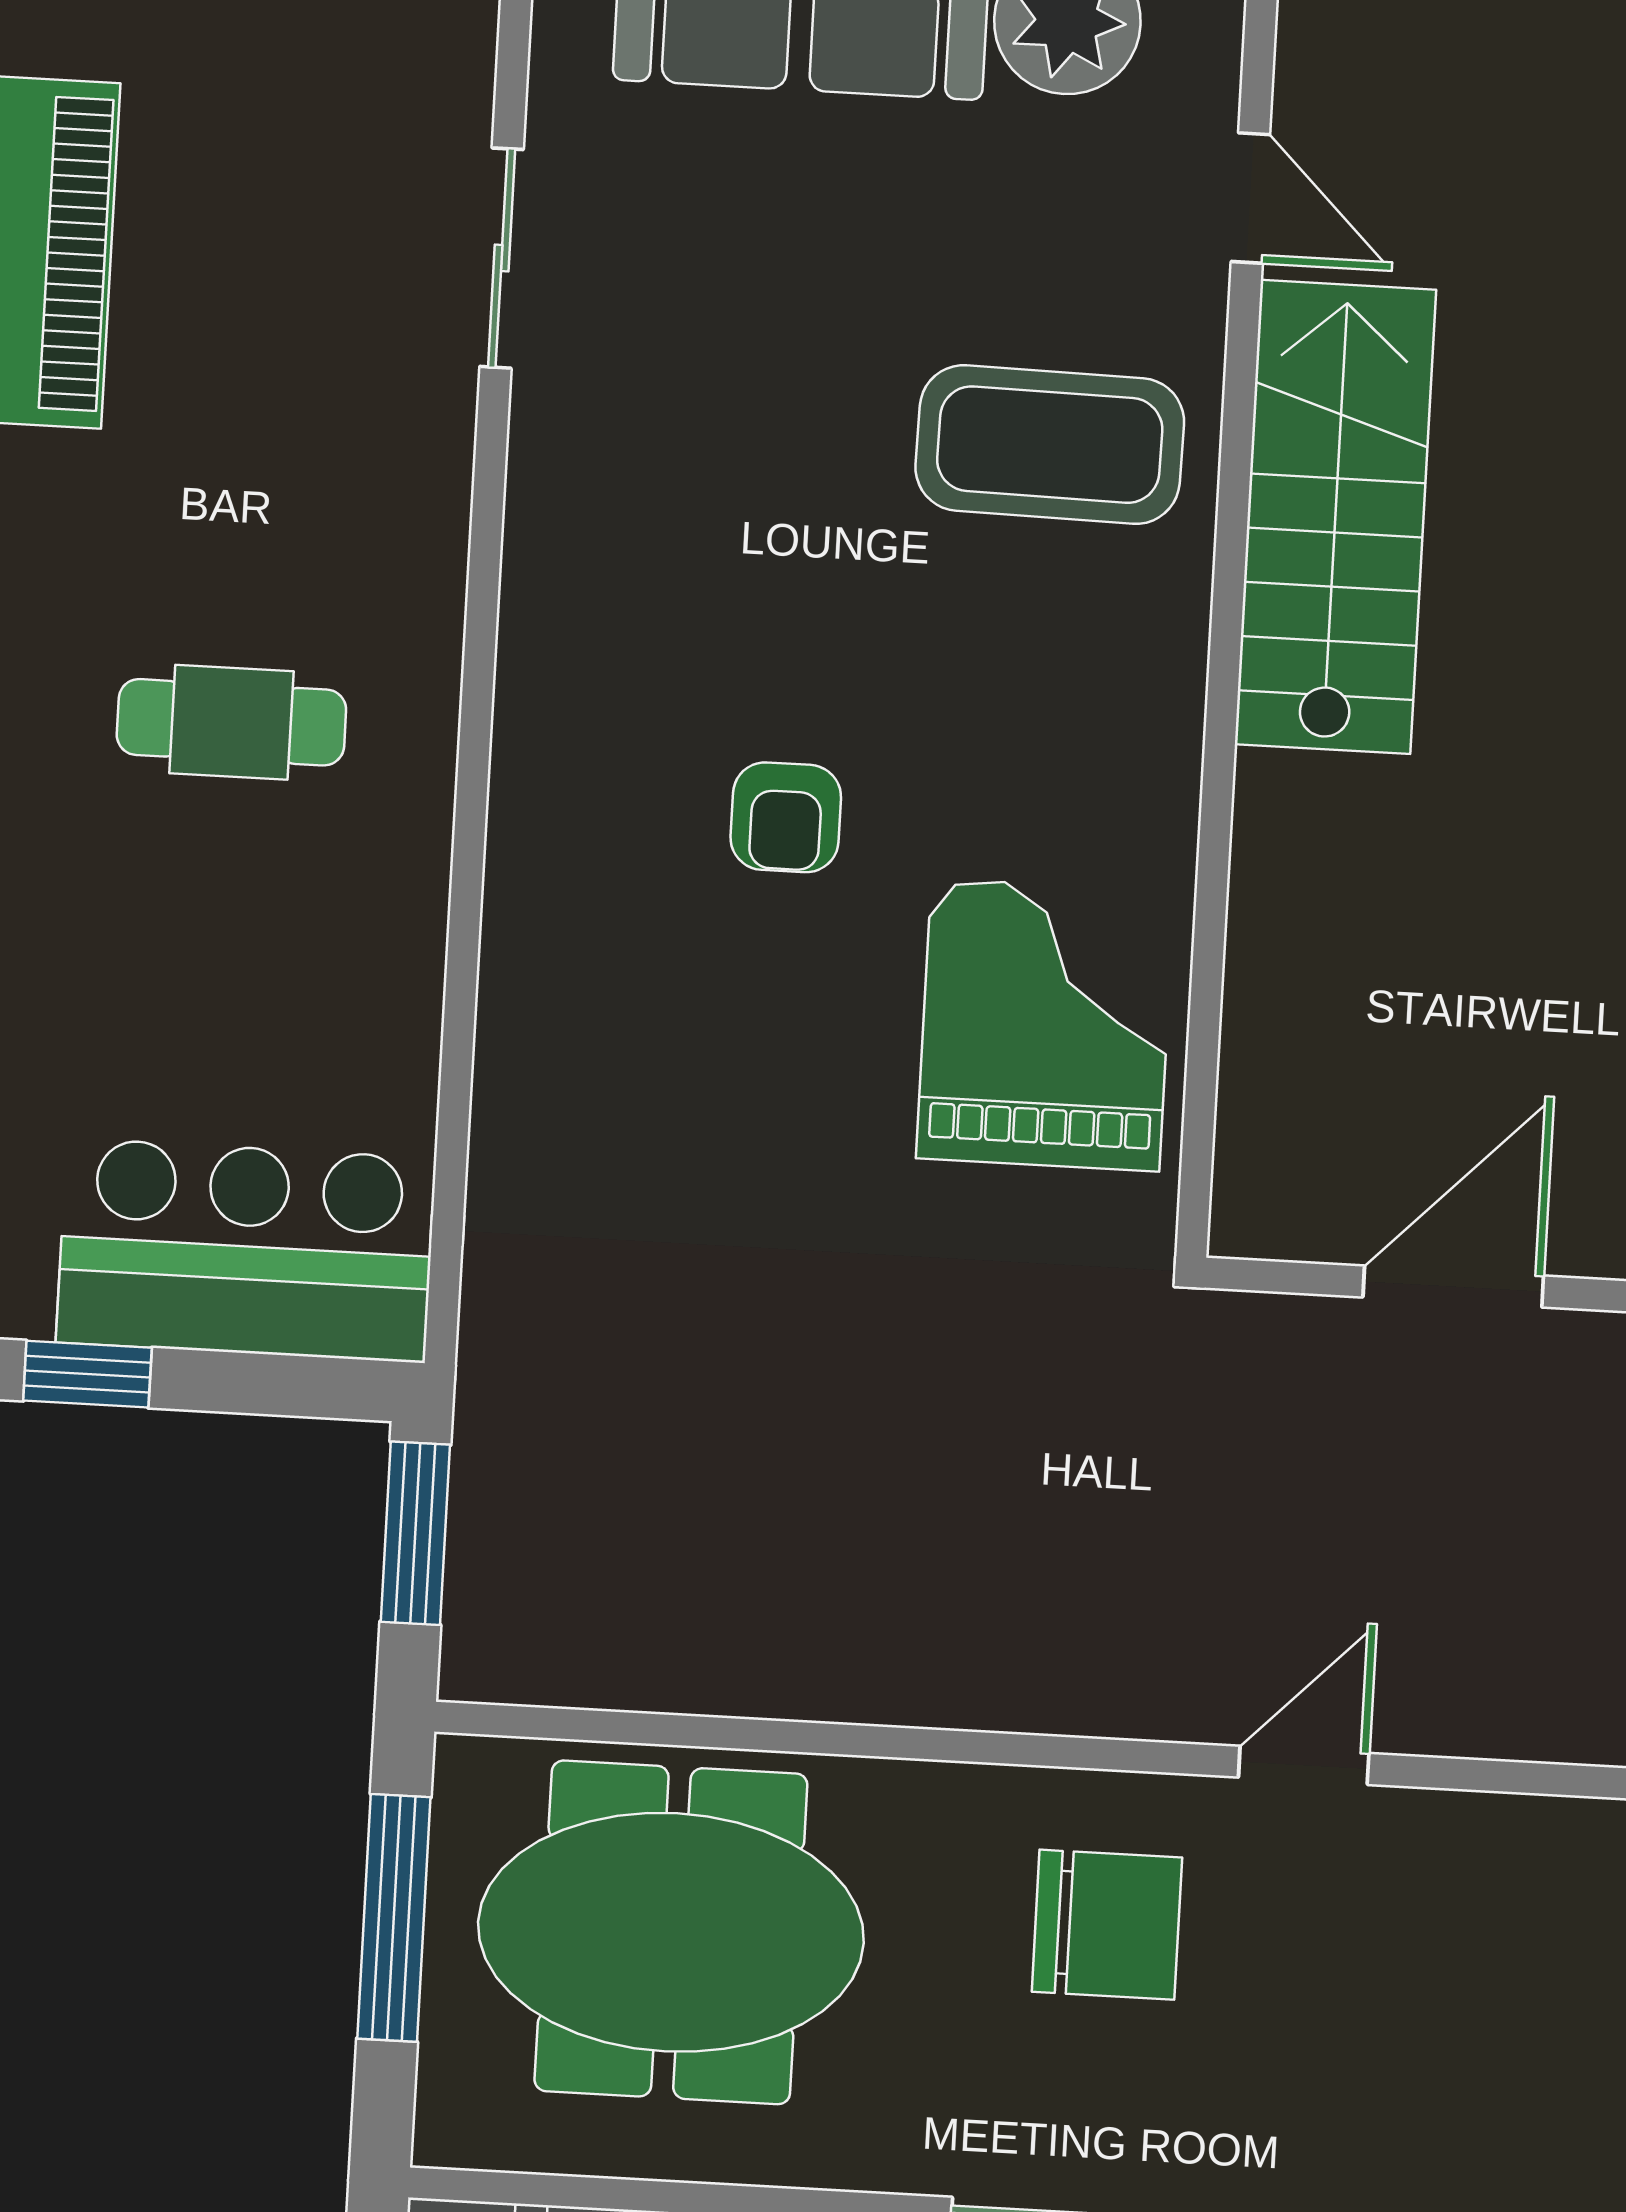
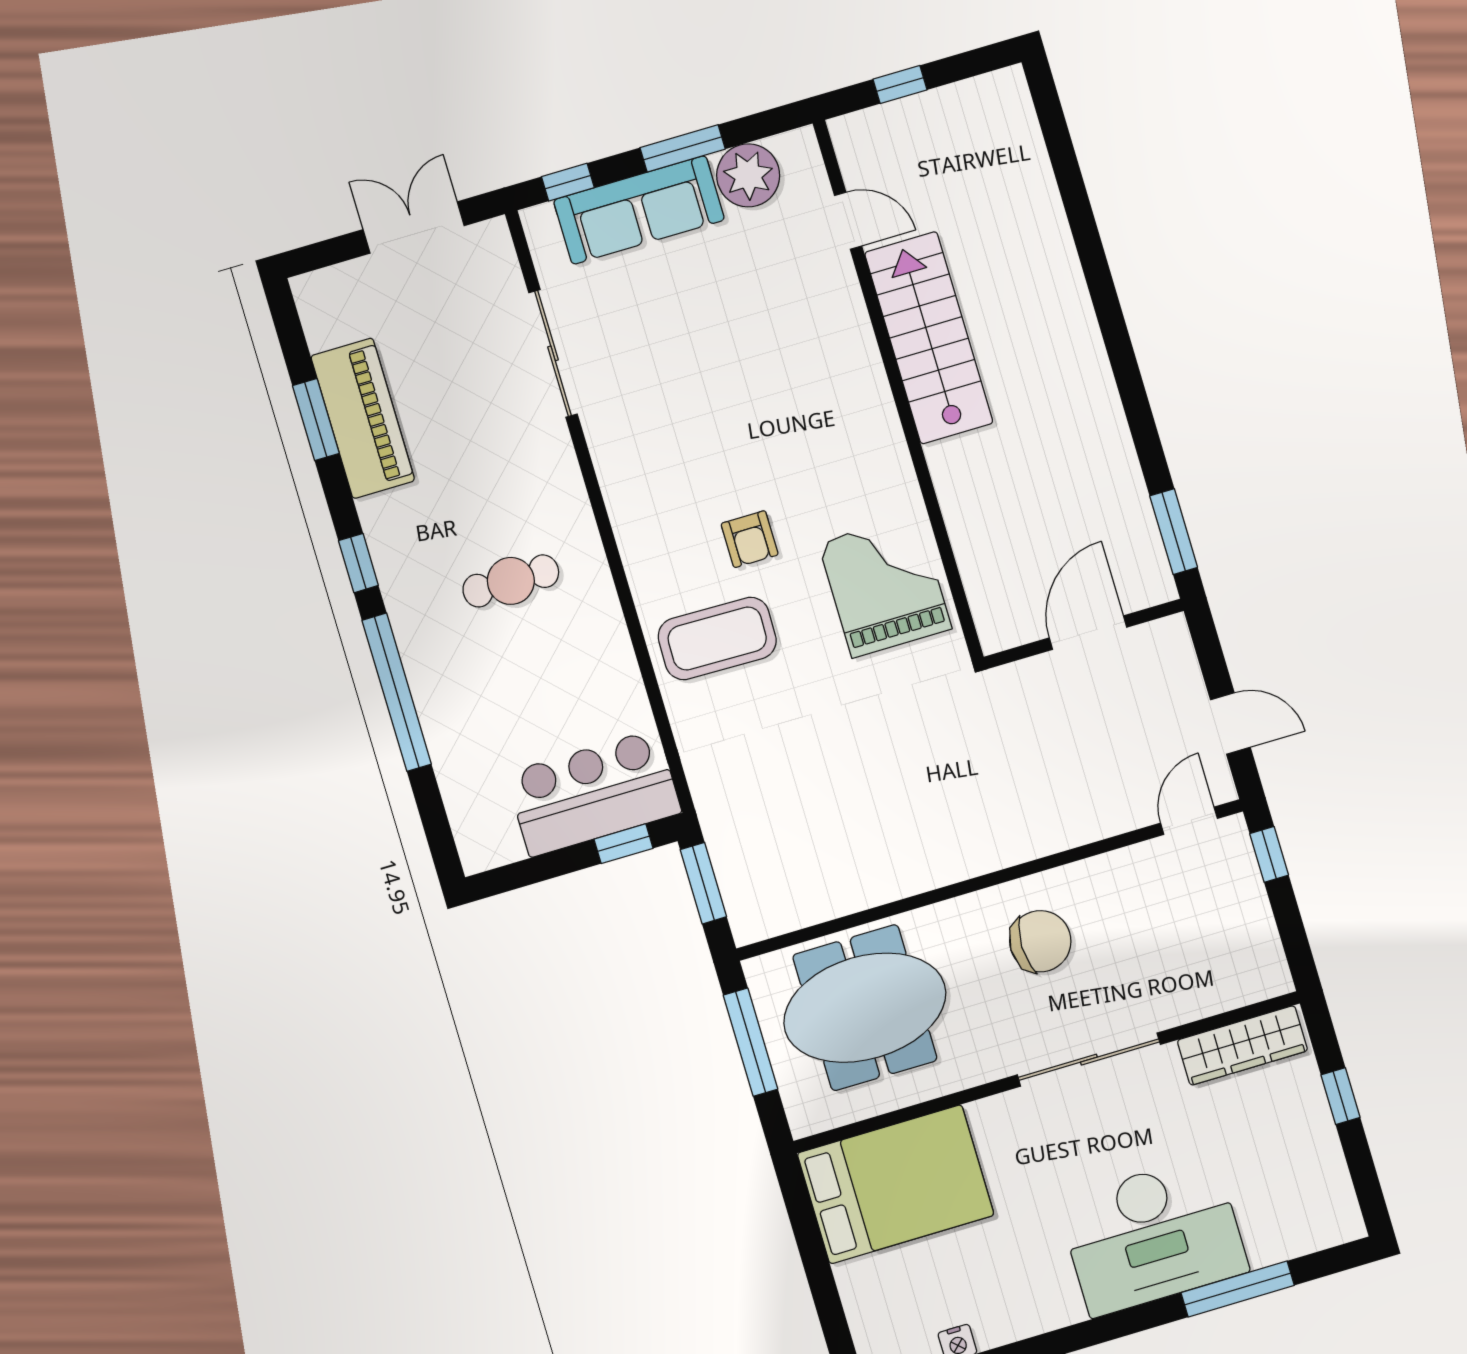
sliding door: (502, 258) -> (553, 353), width x1.37
coffee table: (1050, 445) -> (717, 638), moved
window: (87, 1374) -> (623, 844), moved
door: (1304, 1765) -> (1189, 821), moved

